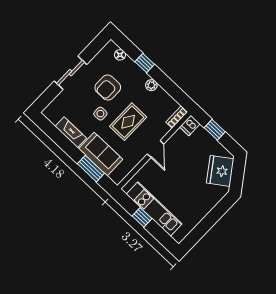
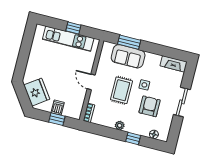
dishwasher: (190, 125) -> (58, 108), moved
fireplace: (71, 132) -> (174, 64), moved

